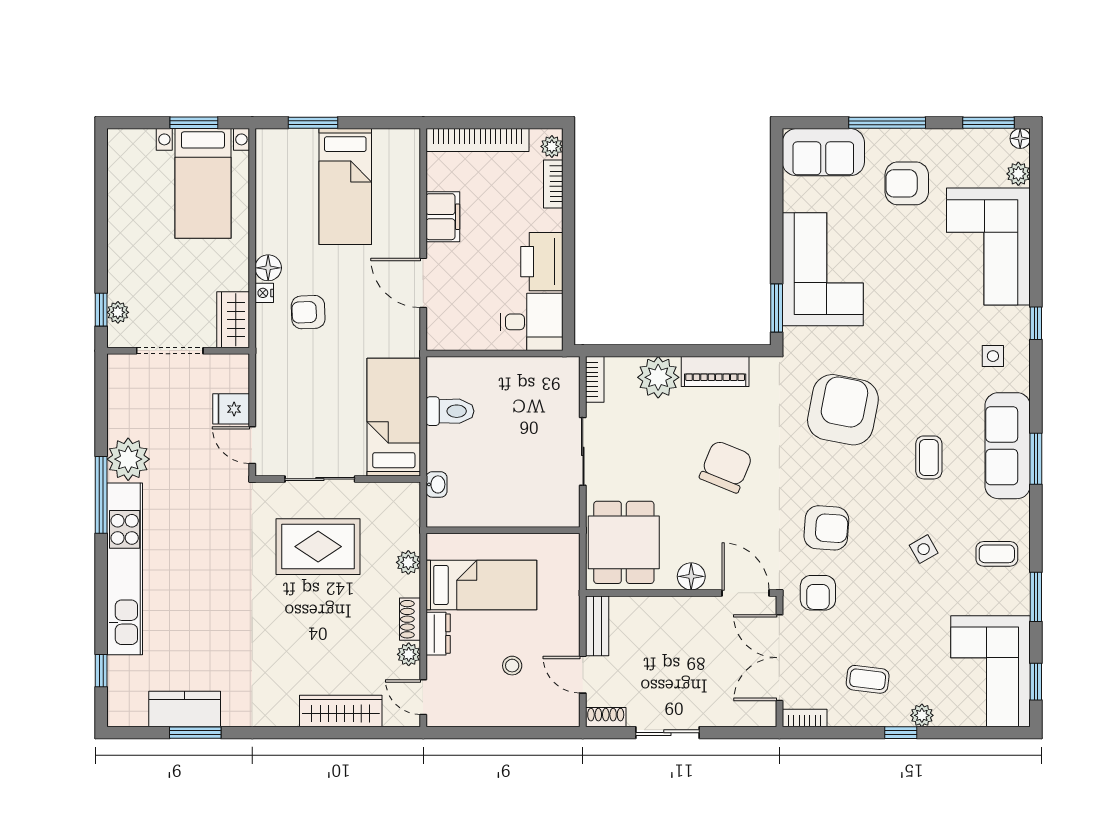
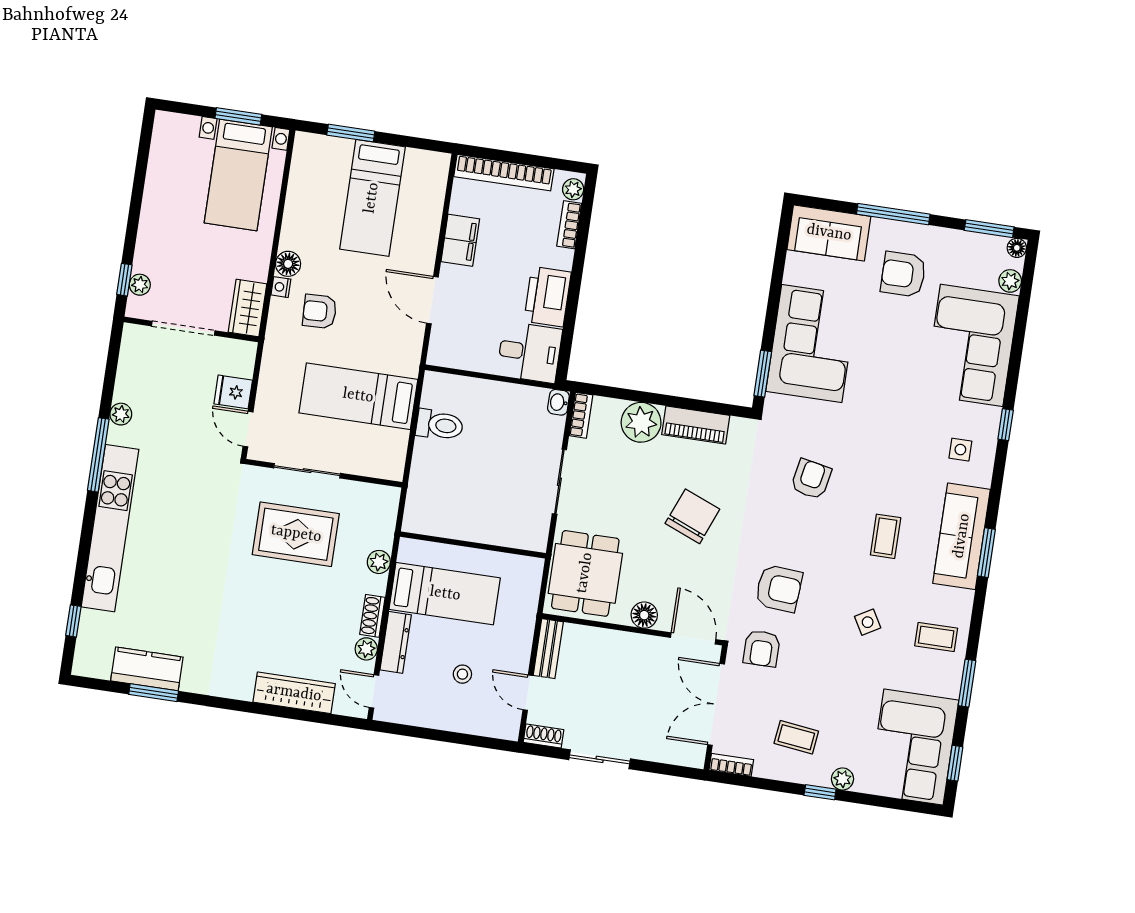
armchair: (843, 410) -> (811, 479), width x0.53, depth x0.53
bed: (394, 417) -> (358, 396), moved, turned -90
plant: (128, 459) -> (121, 414), width x0.53, depth x0.53
washbasin: (436, 484) -> (558, 402), moved, turned 180
dresser: (438, 634) -> (396, 642), width x1.44

